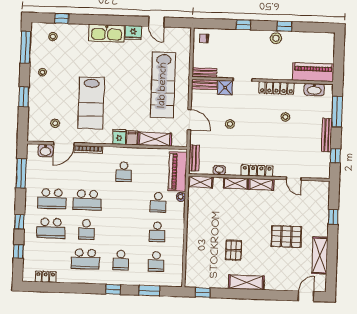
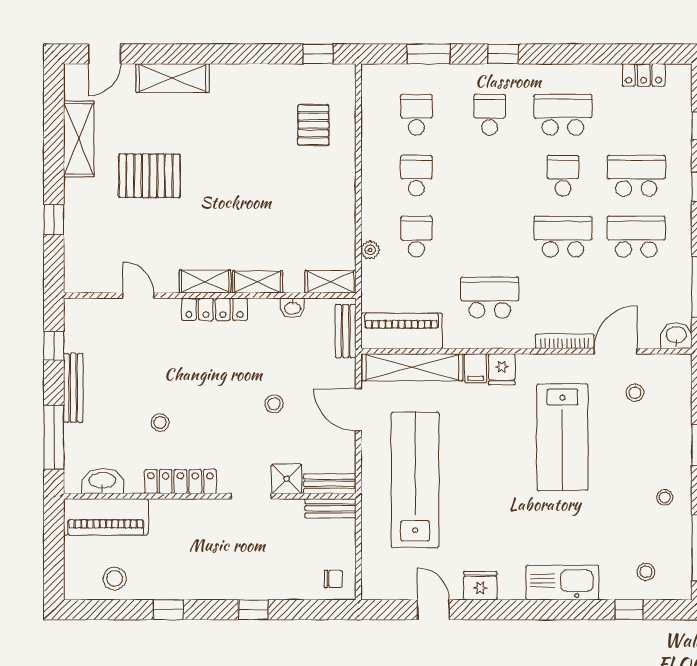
kitchen sink: (107, 33) -> (562, 583), moved
stool: (276, 38) -> (115, 578), moved
lab bench: (91, 103) -> (562, 437), turned 180
shelving: (155, 139) -> (412, 367), width x1.47
washbasin: (46, 151) -> (676, 336), moved
piano: (178, 171) -> (402, 331), moved, turned -90
school desk: (124, 172) -> (490, 298), width x1.85
pallet: (233, 250) -> (313, 125), moved
shelving: (246, 282) -> (172, 78), moved

